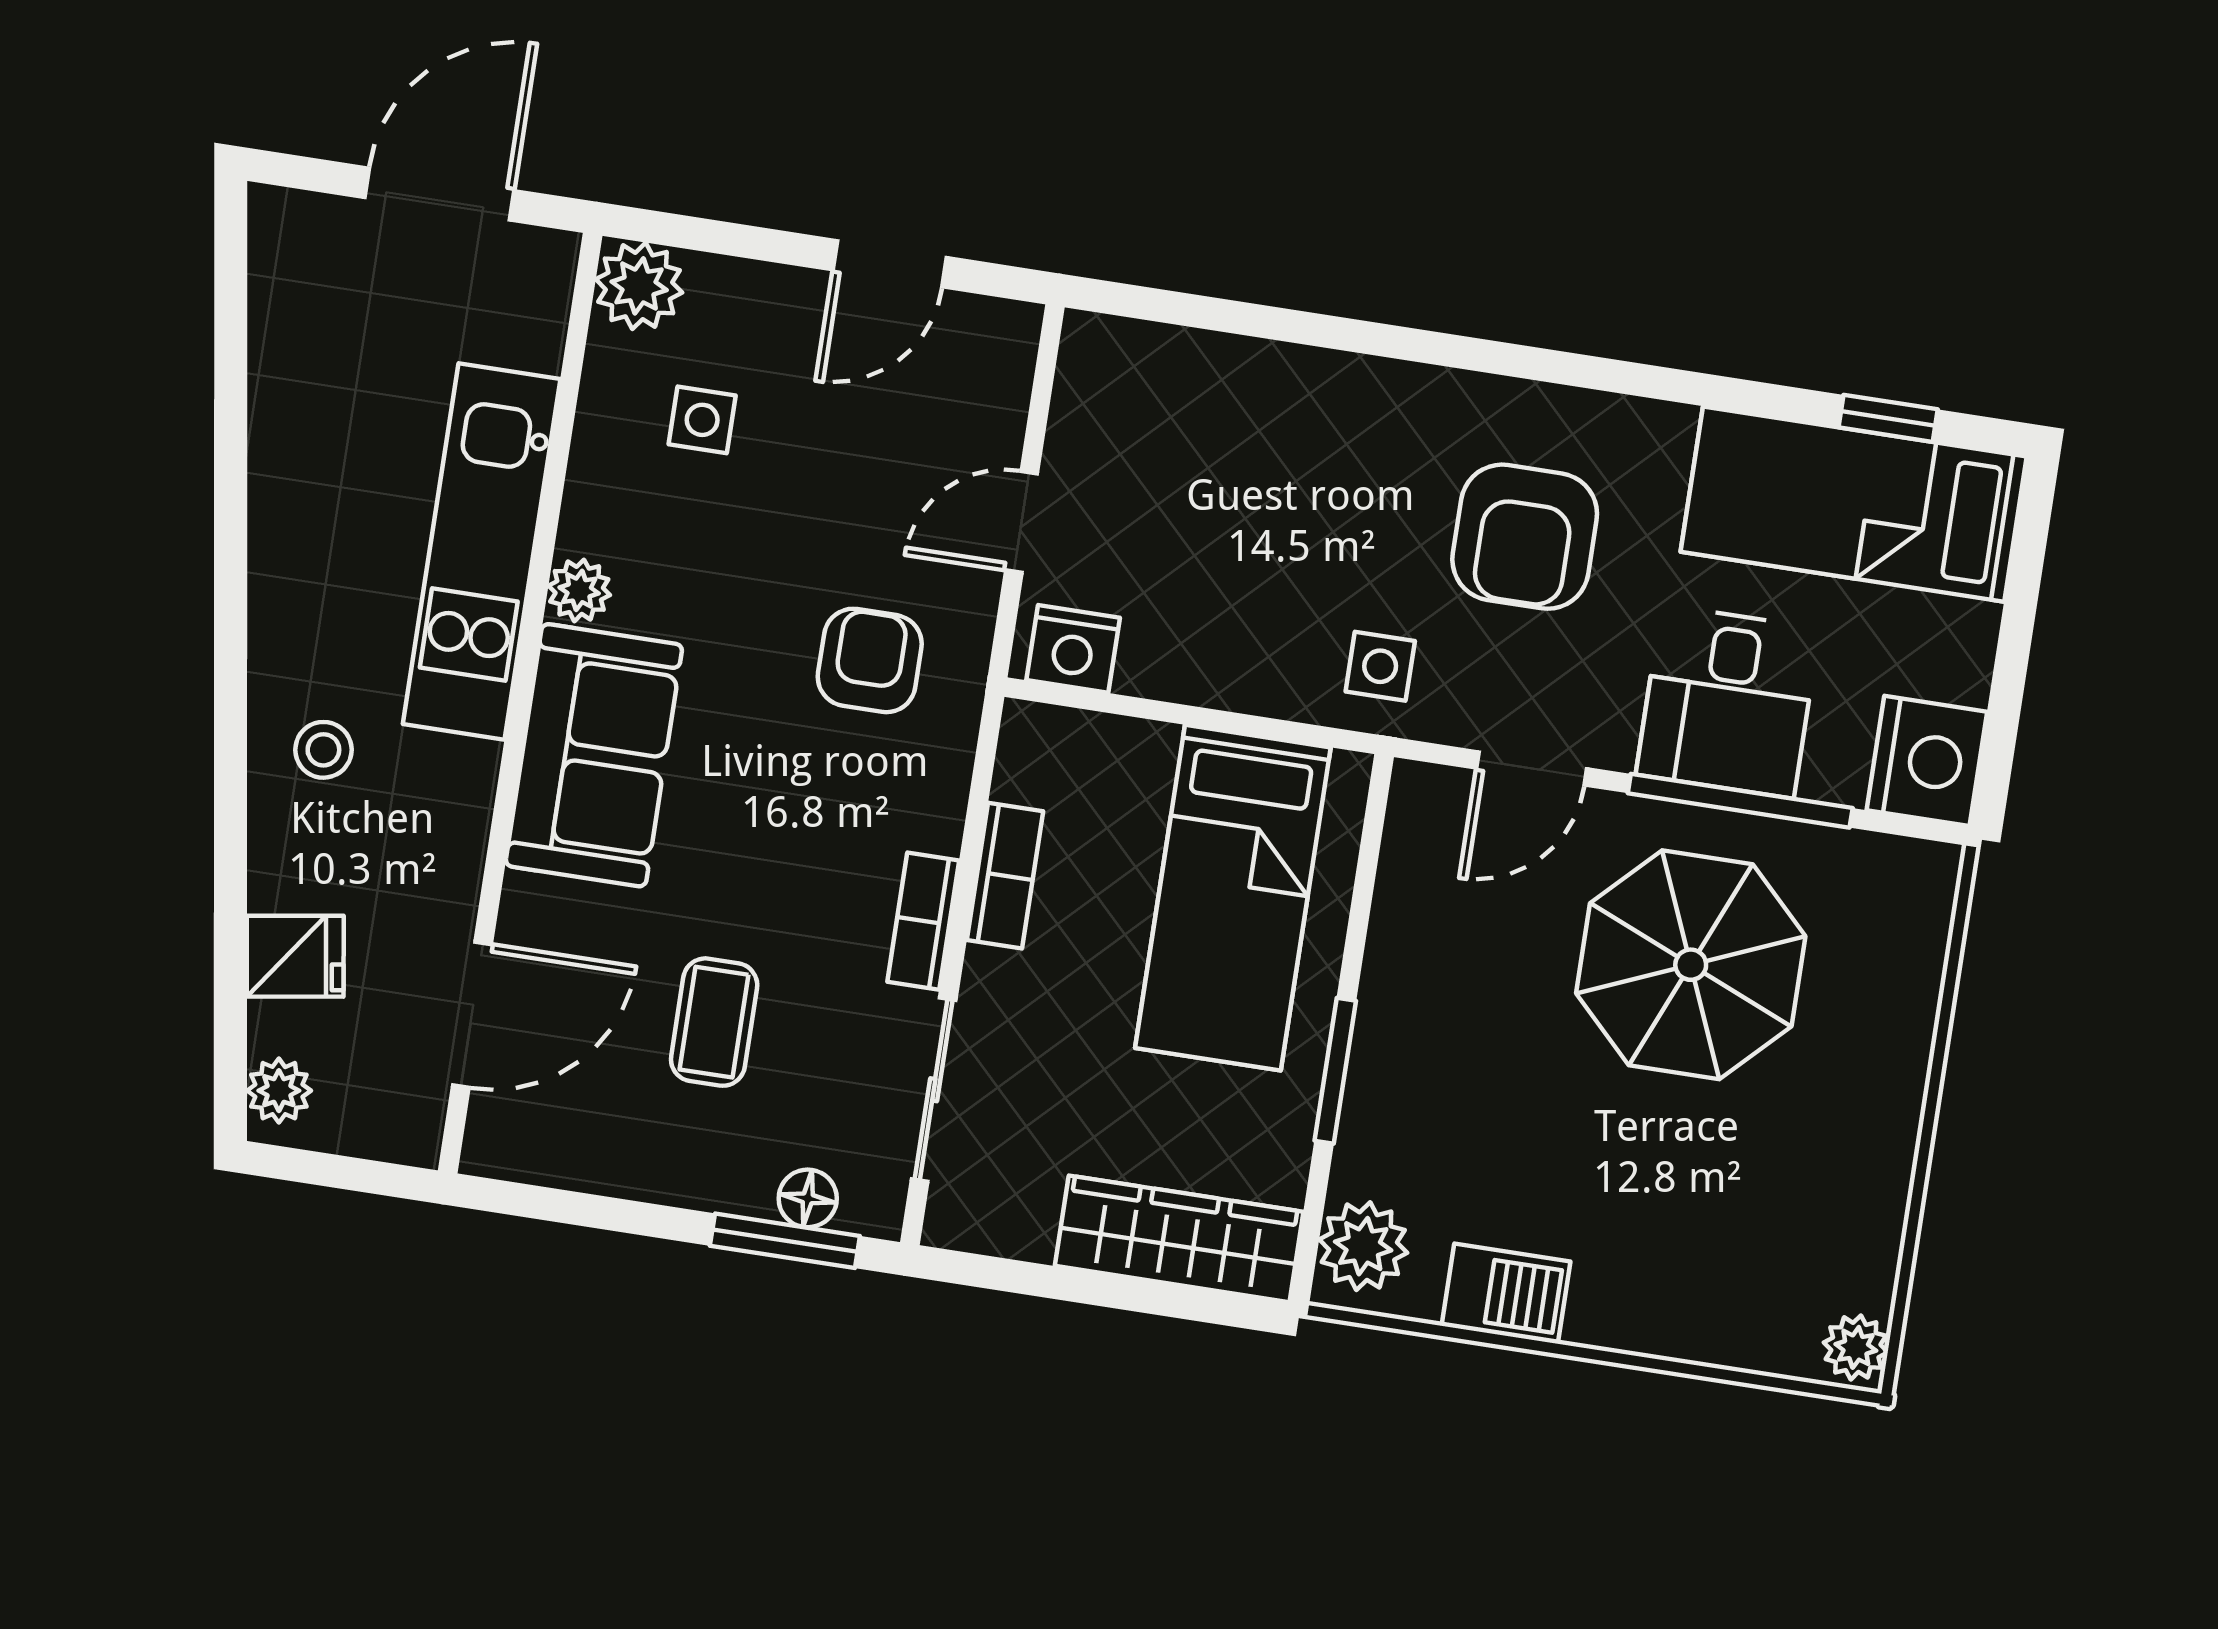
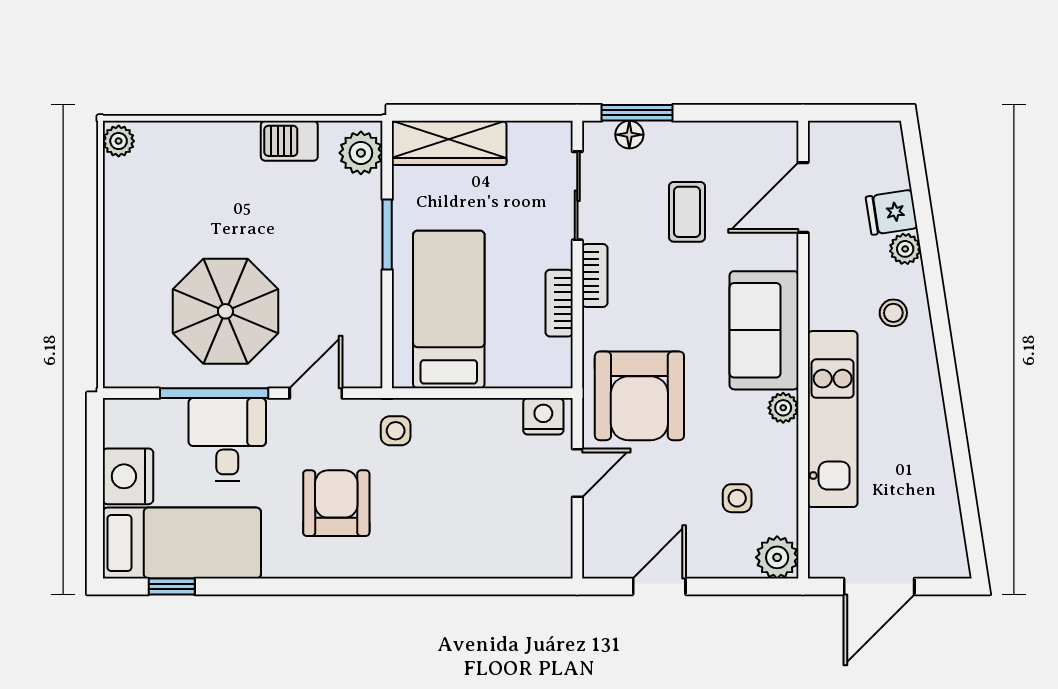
armchair: (870, 660) -> (639, 396), width x1.88, depth x1.88
nightstand: (1927, 761) -> (128, 476), moved
plant: (279, 1091) -> (905, 249), moved

